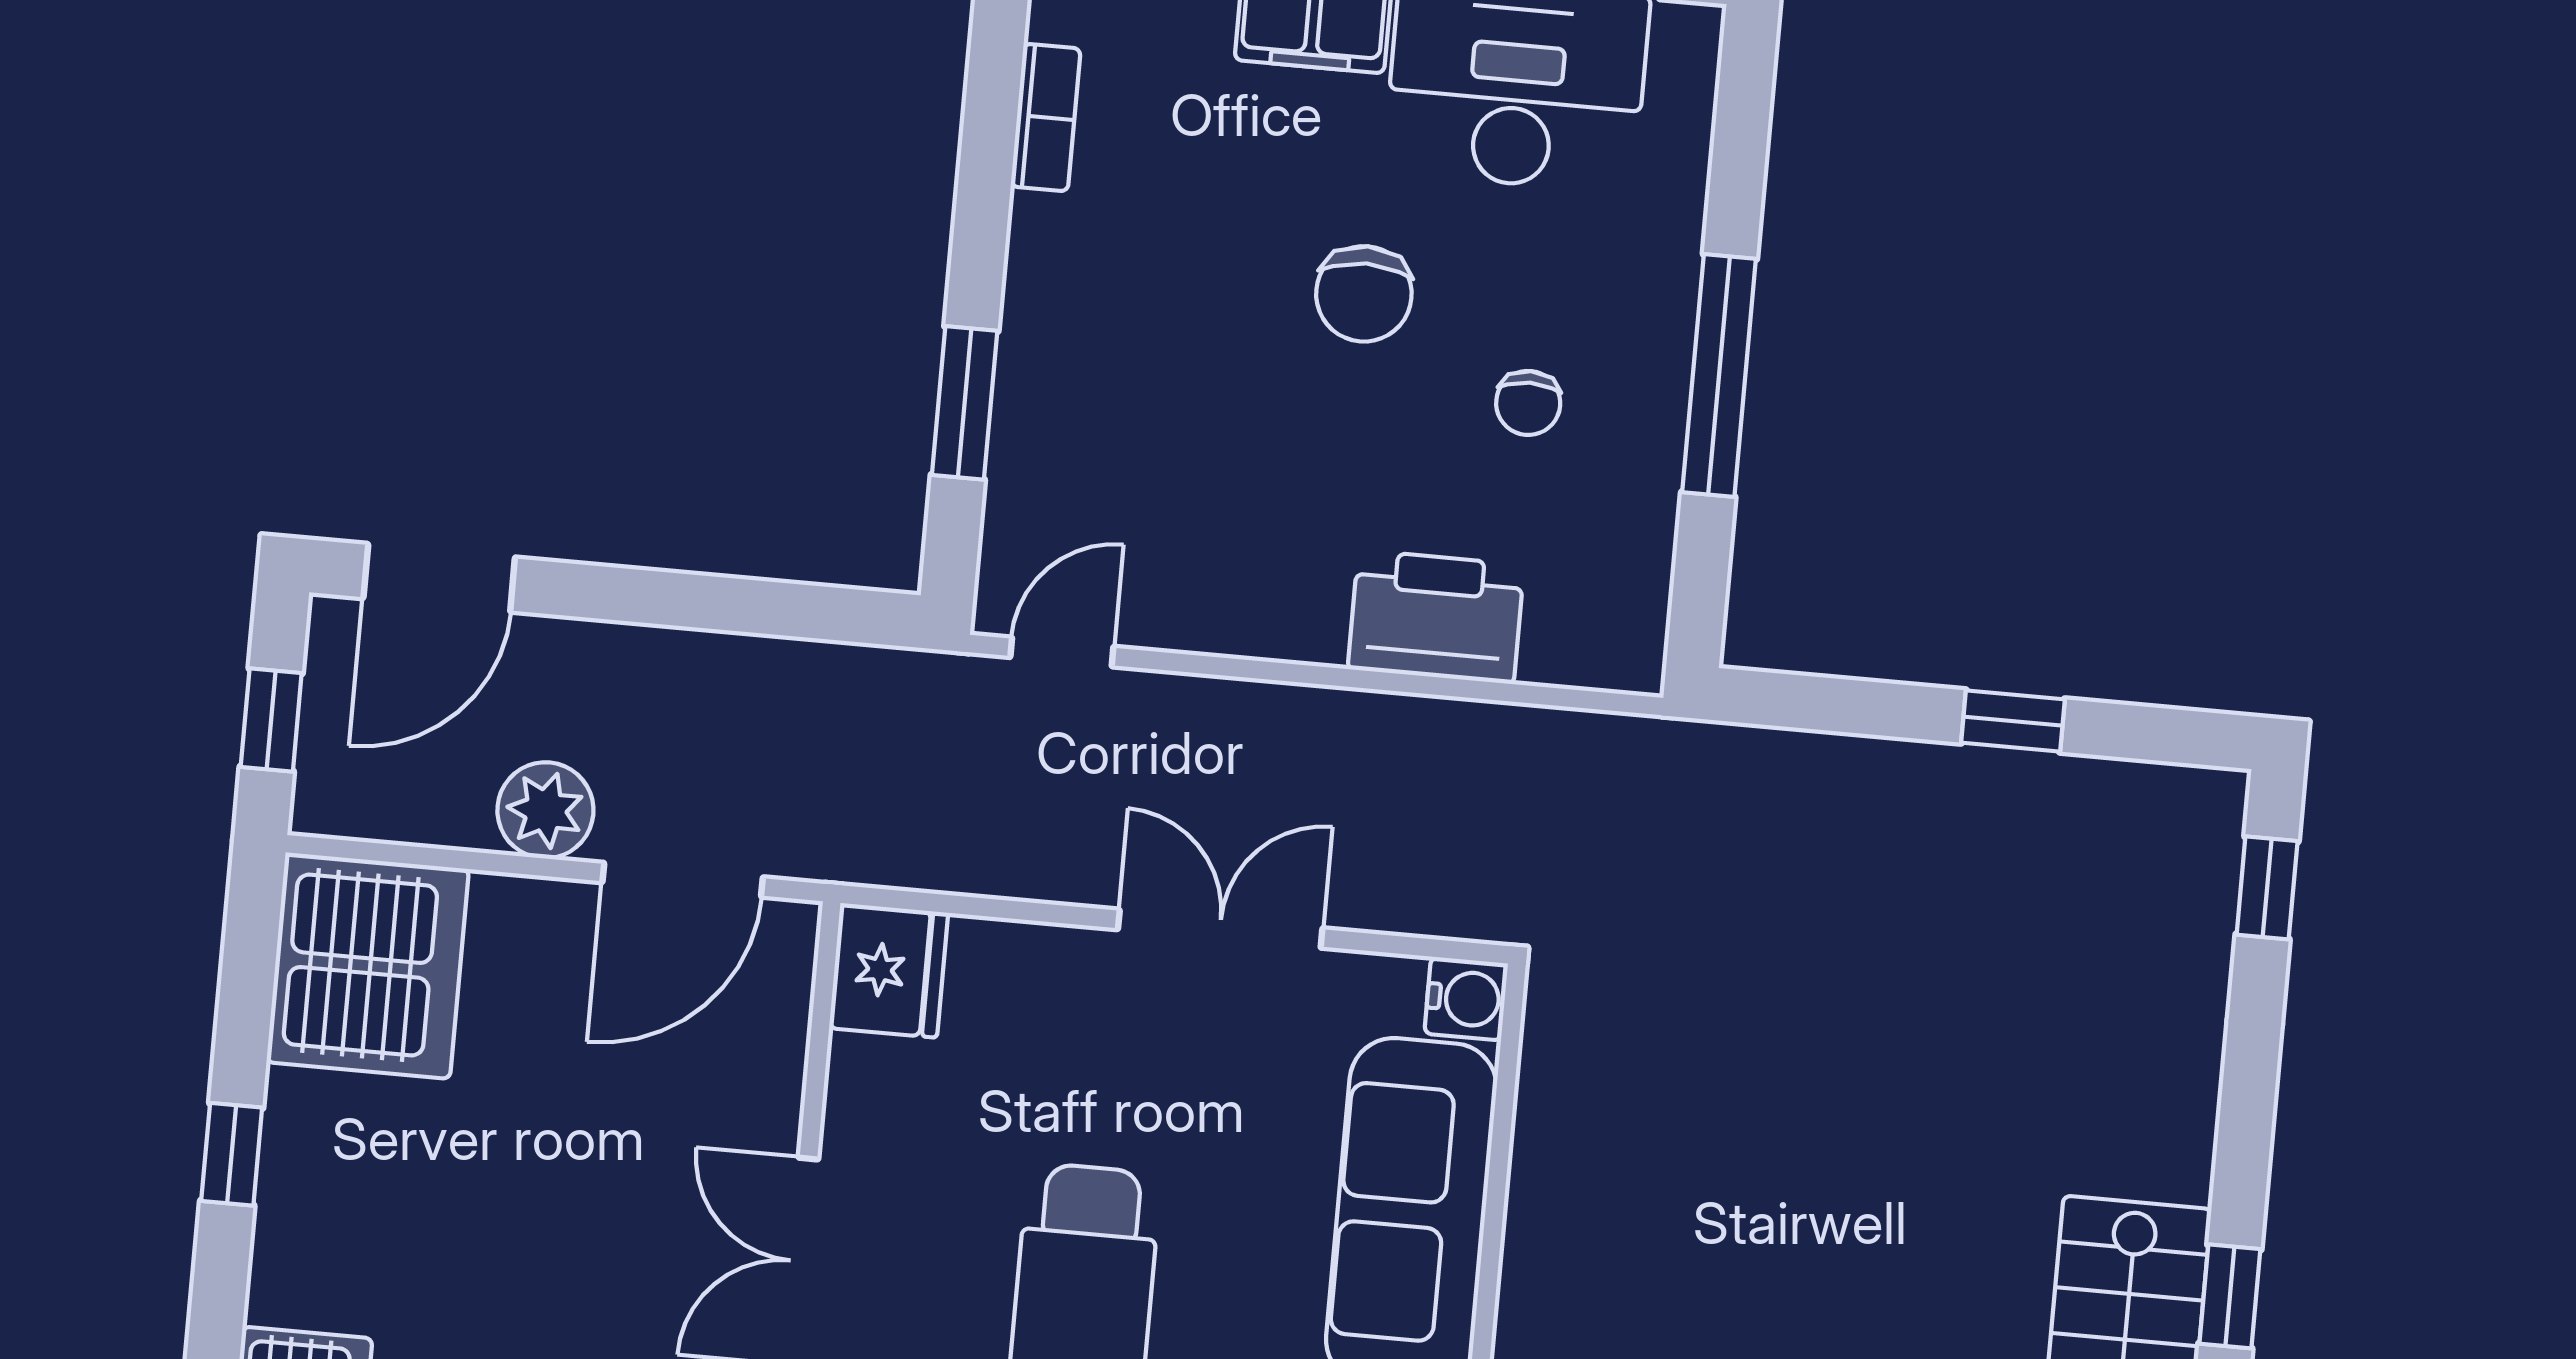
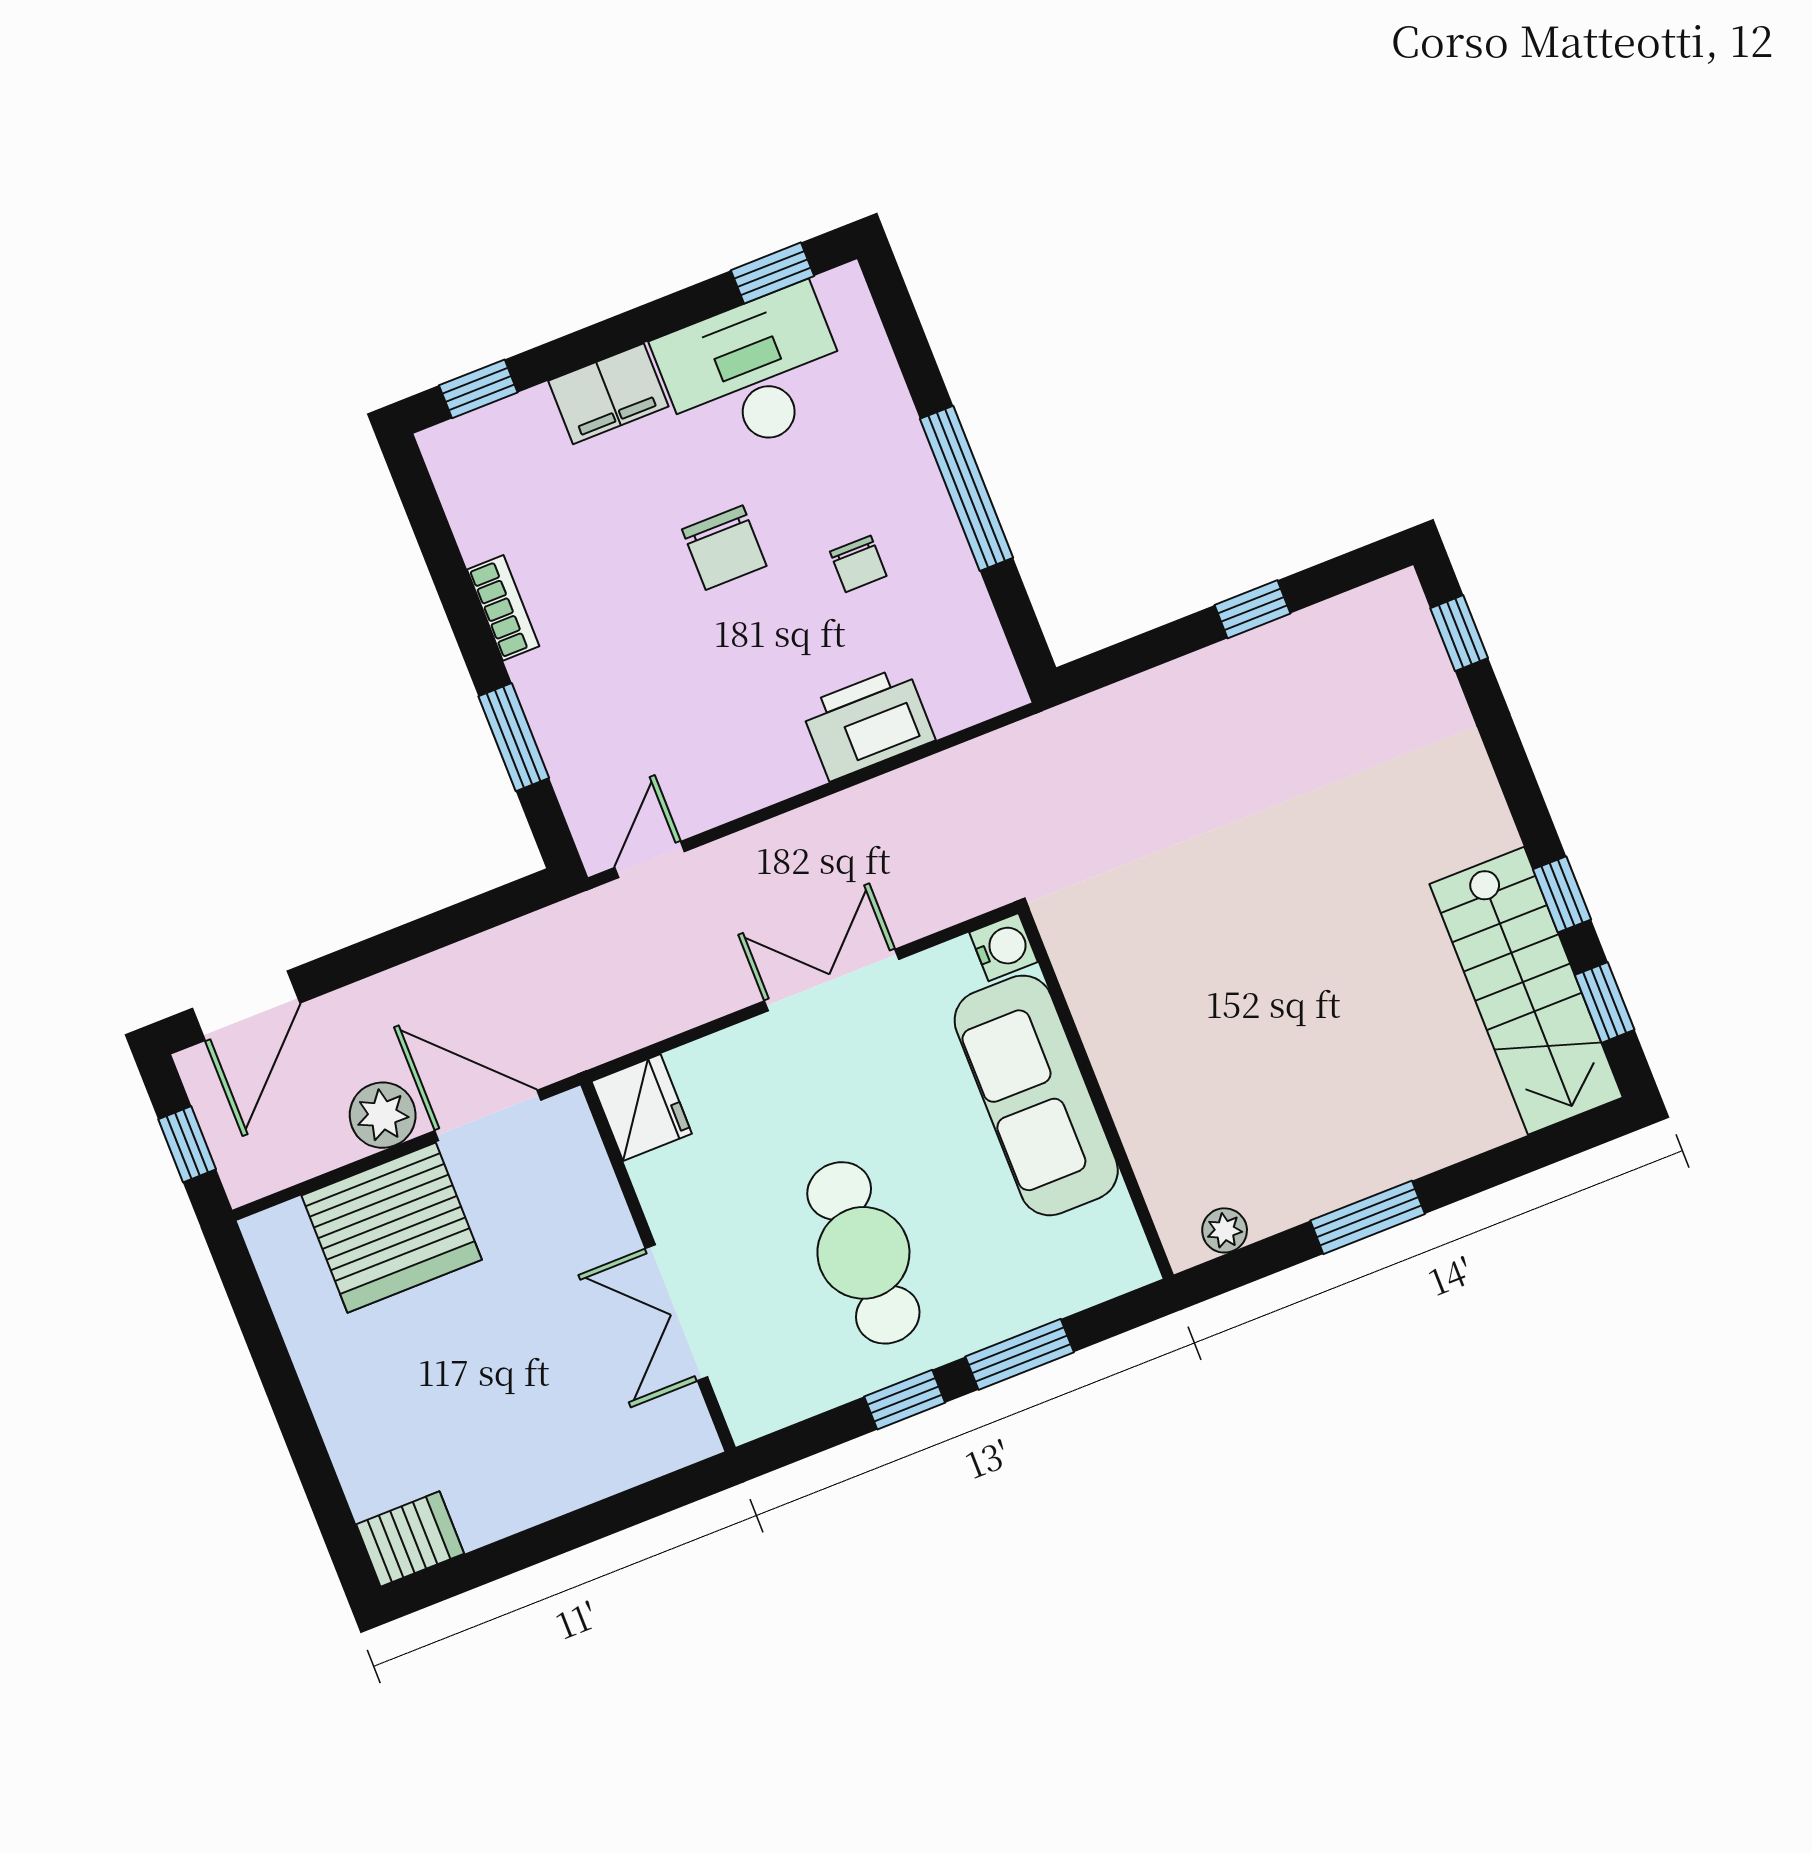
bookcase: (1046, 118) -> (503, 608), moved
door: (683, 880) -> (488, 1115), swing flipped
server rack: (368, 966) -> (392, 1228), moved, turned 90
window: (232, 1154) -> (297, 1422), removed

